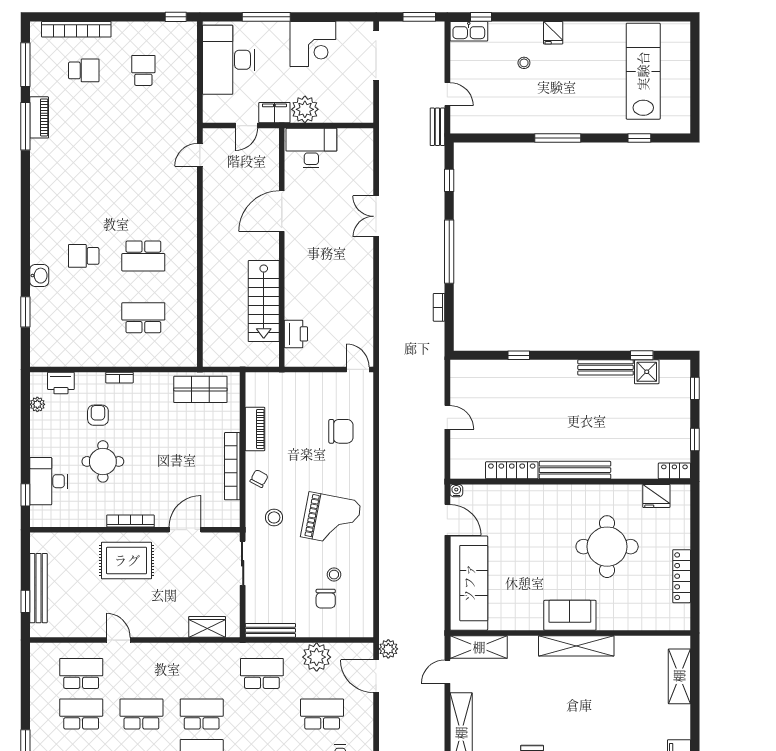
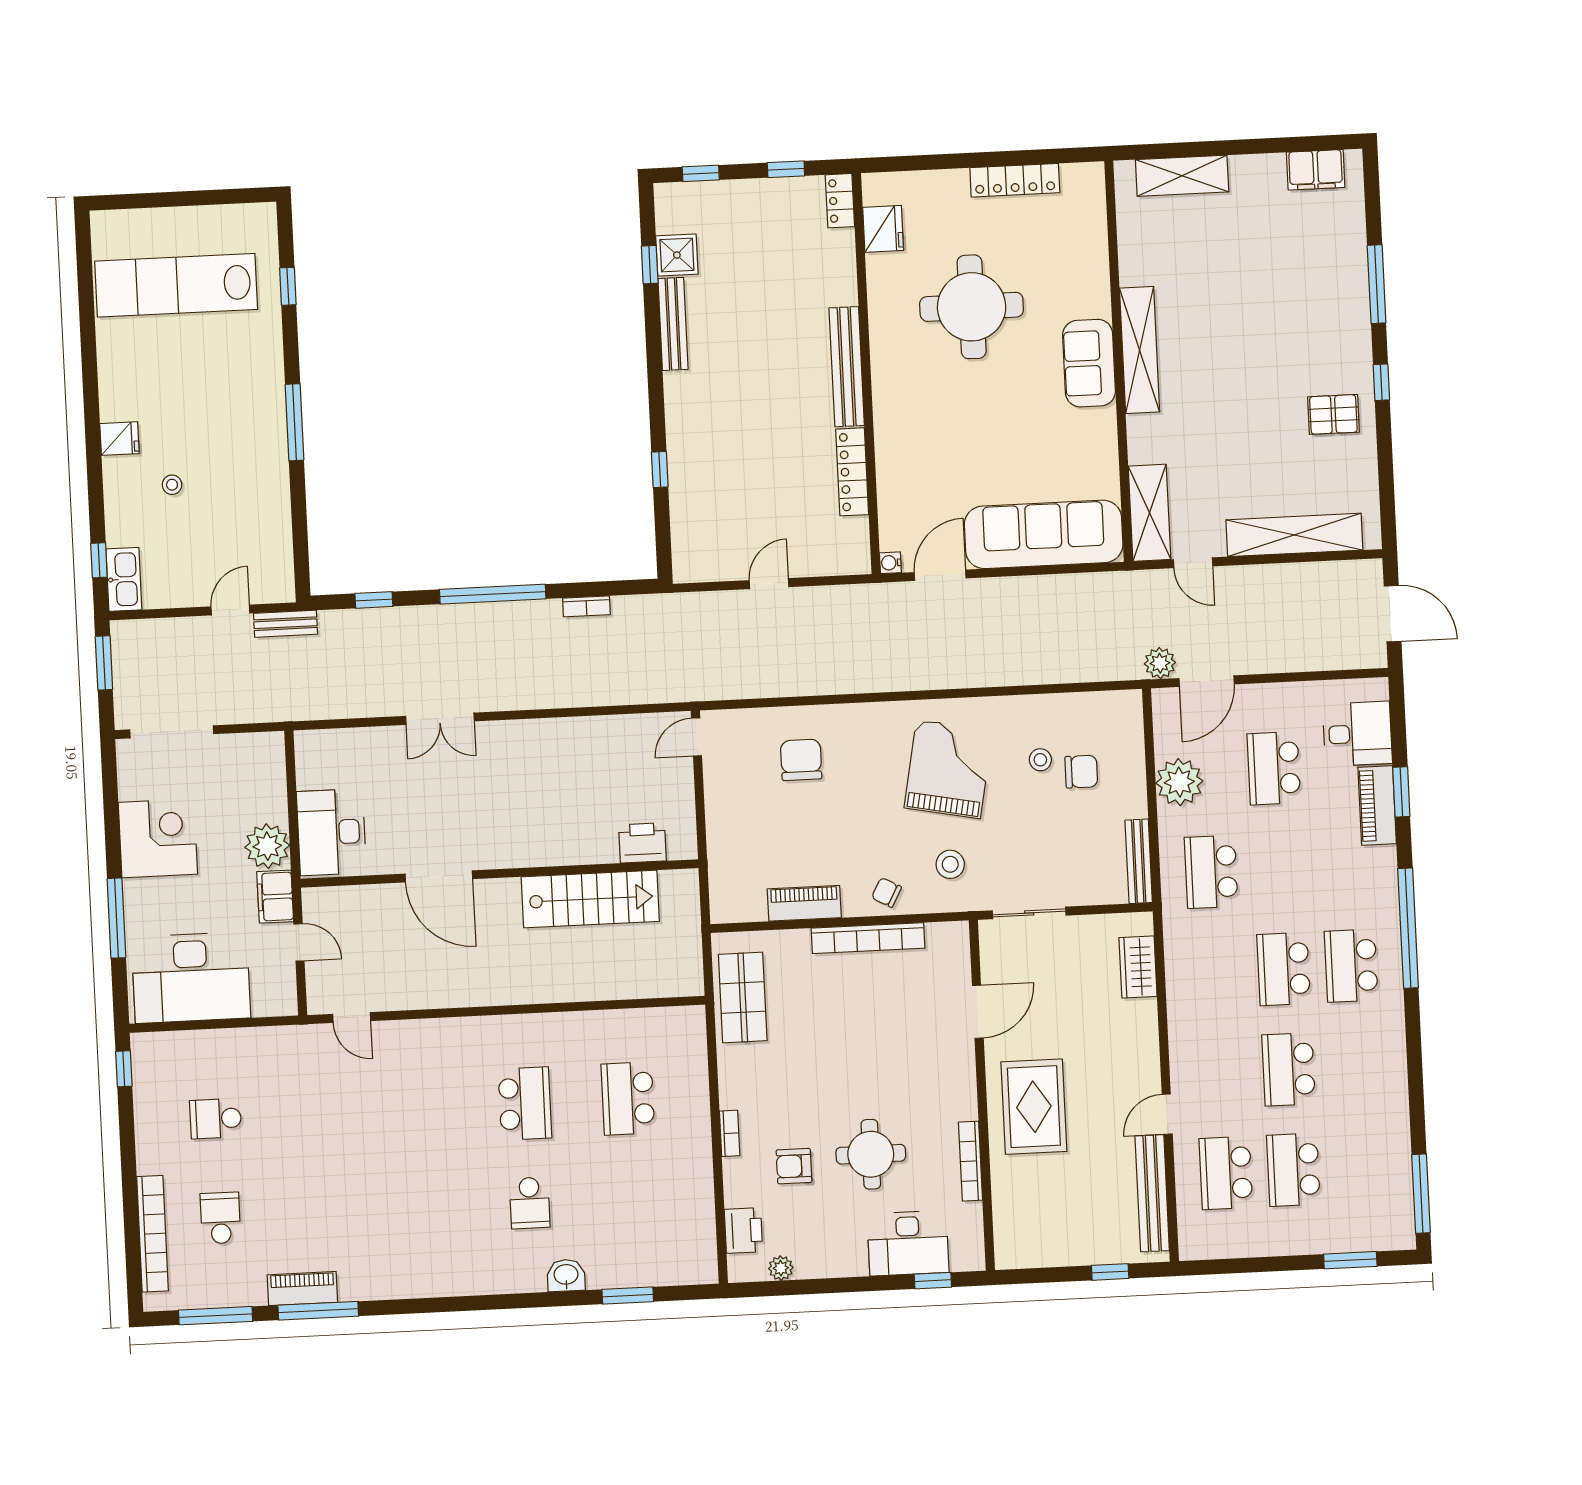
bookcase: (130, 521) -> (970, 1161), moved
door: (185, 530) -> (978, 1012), swing flipped
bench: (38, 588) -> (1152, 1193), moved, turned 90

